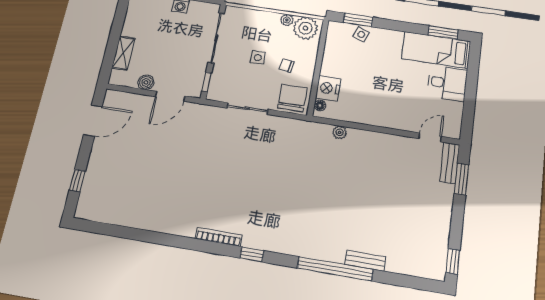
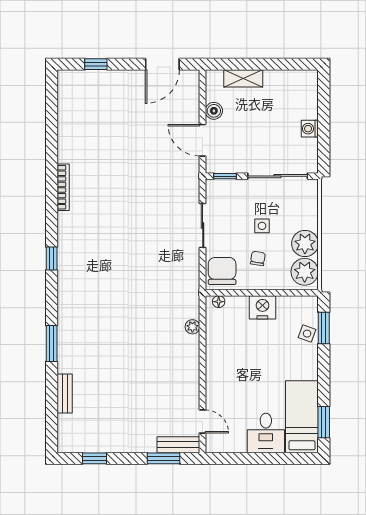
plant: (287, 20) -> (305, 244), width x1.88, depth x1.88
nightstand: (328, 88) -> (262, 307), moved
chair: (292, 98) -> (222, 271), turned -90
door: (93, 121) -> (162, 64), hinge flipped
bookcase: (219, 237) -> (63, 187), moved
bench: (365, 261) -> (65, 393), moved
window: (453, 261) -> (95, 458), moved
window: (335, 269) -> (52, 343), width x0.47

